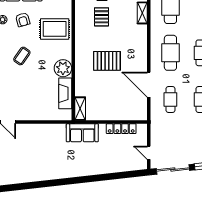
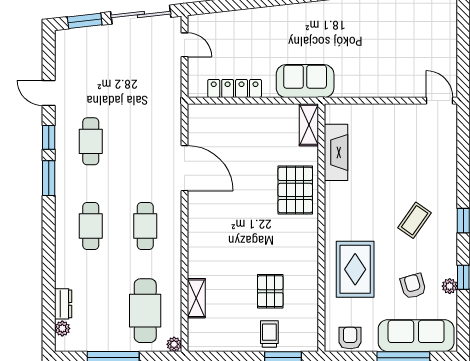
rug: (55, 29) -> (355, 269), turned 90
cafe table: (170, 53) -> (145, 226), width x0.73, depth x0.74
pallet: (107, 61) -> (295, 190), moved, turned 90
plant: (63, 68) -> (340, 198), removed
cafe table: (170, 100) -> (145, 141), removed

